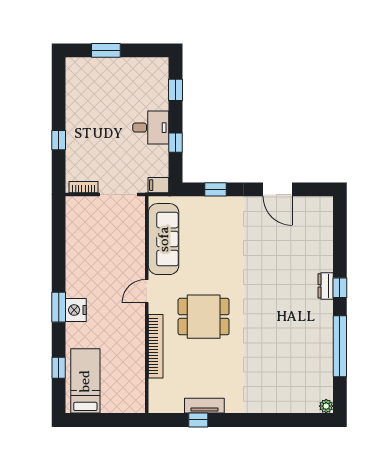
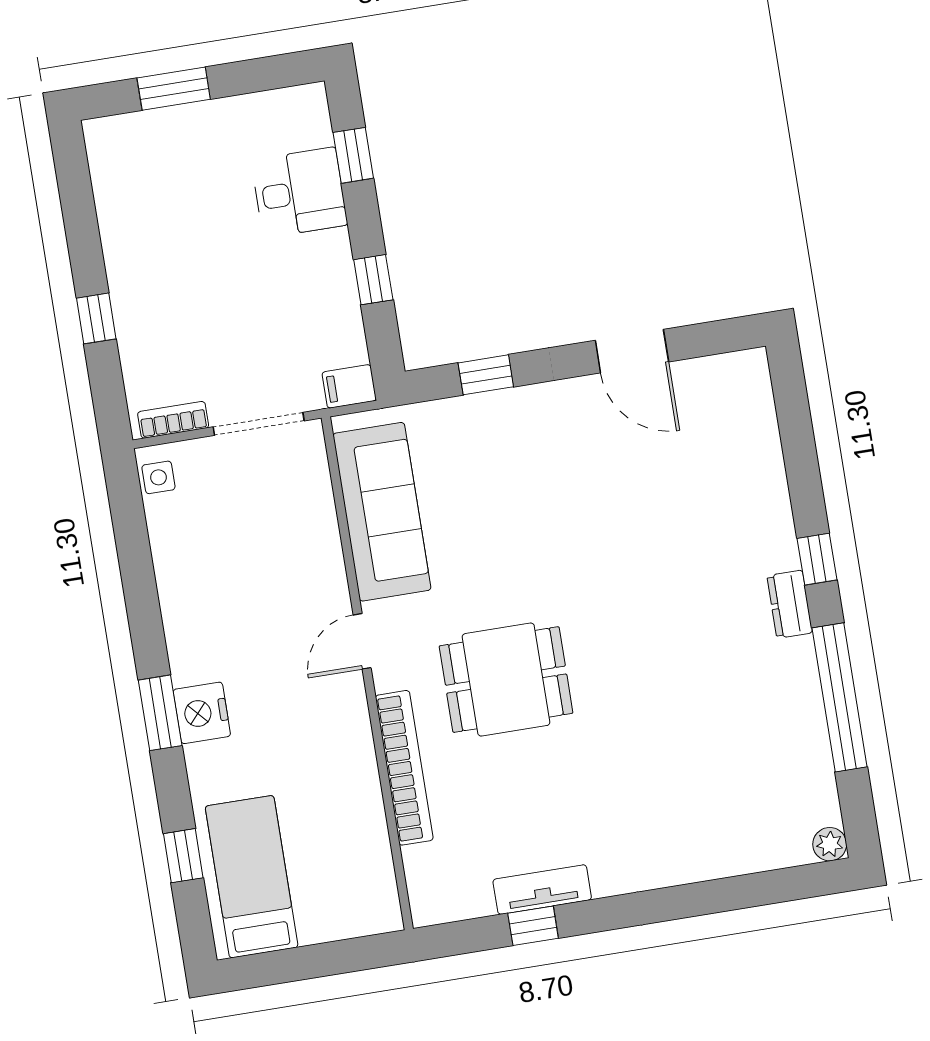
desk: (151, 128) -> (299, 193), moved
side table: (74, 210) -> (158, 477), added
dresser: (326, 286) -> (790, 604), moved

